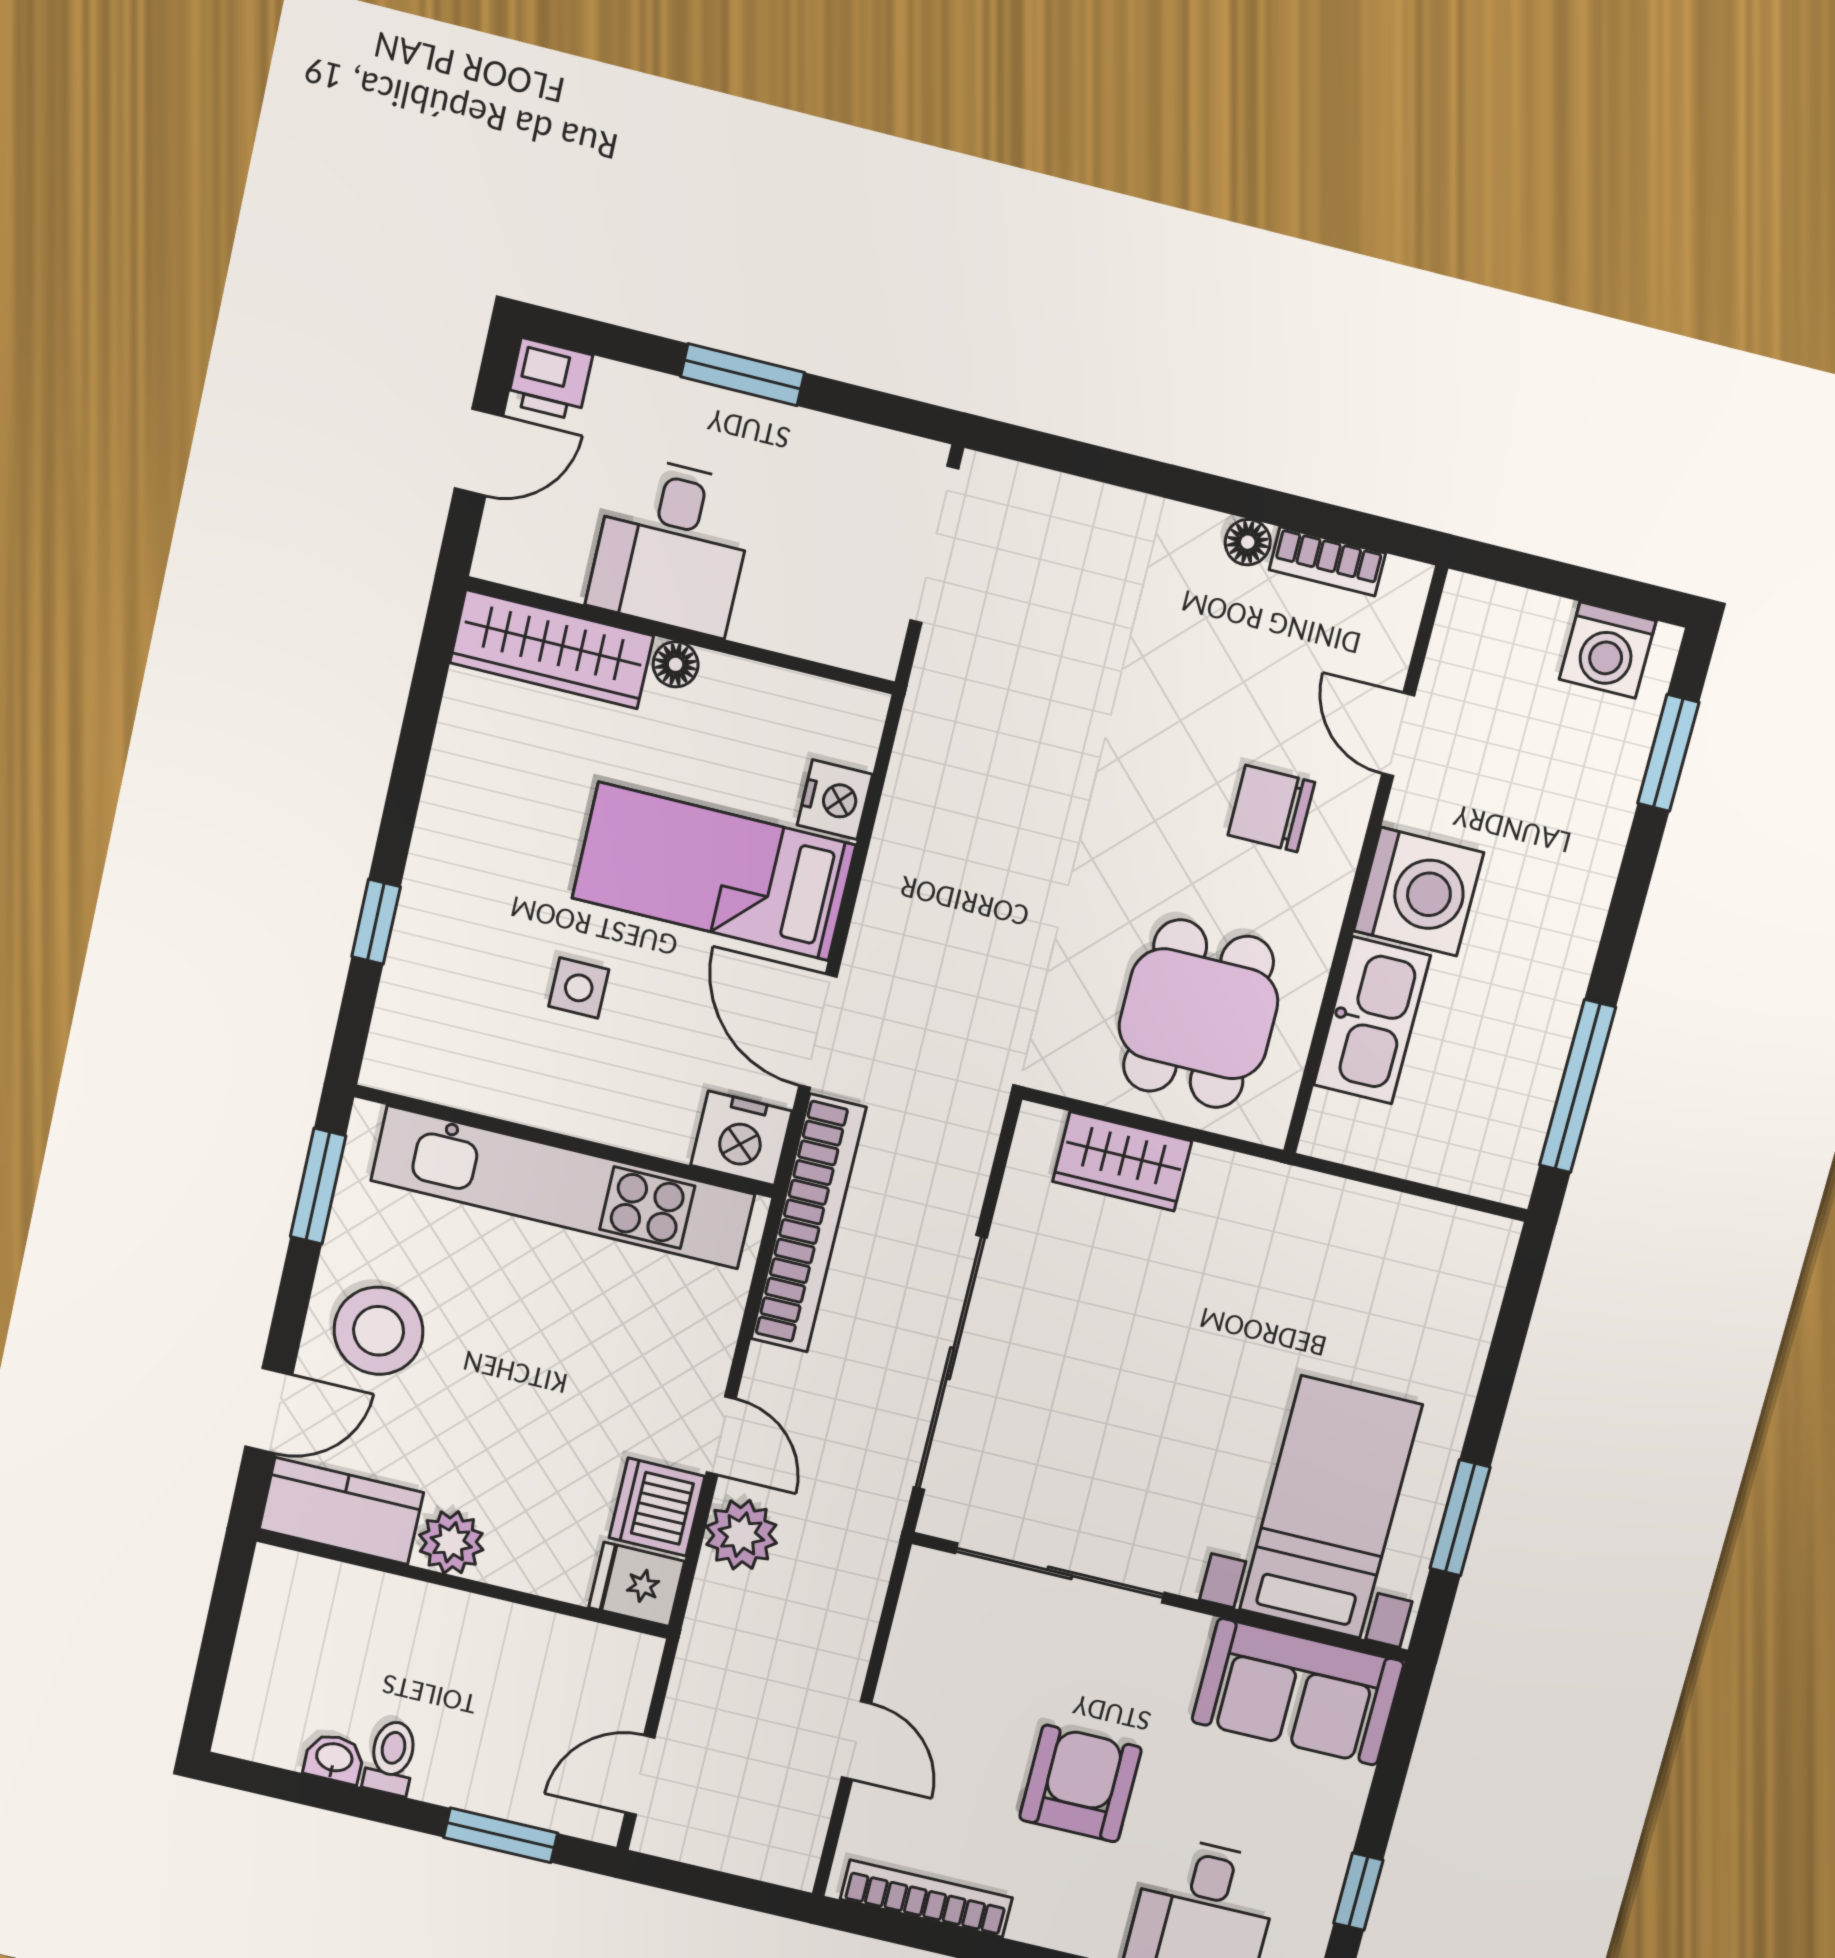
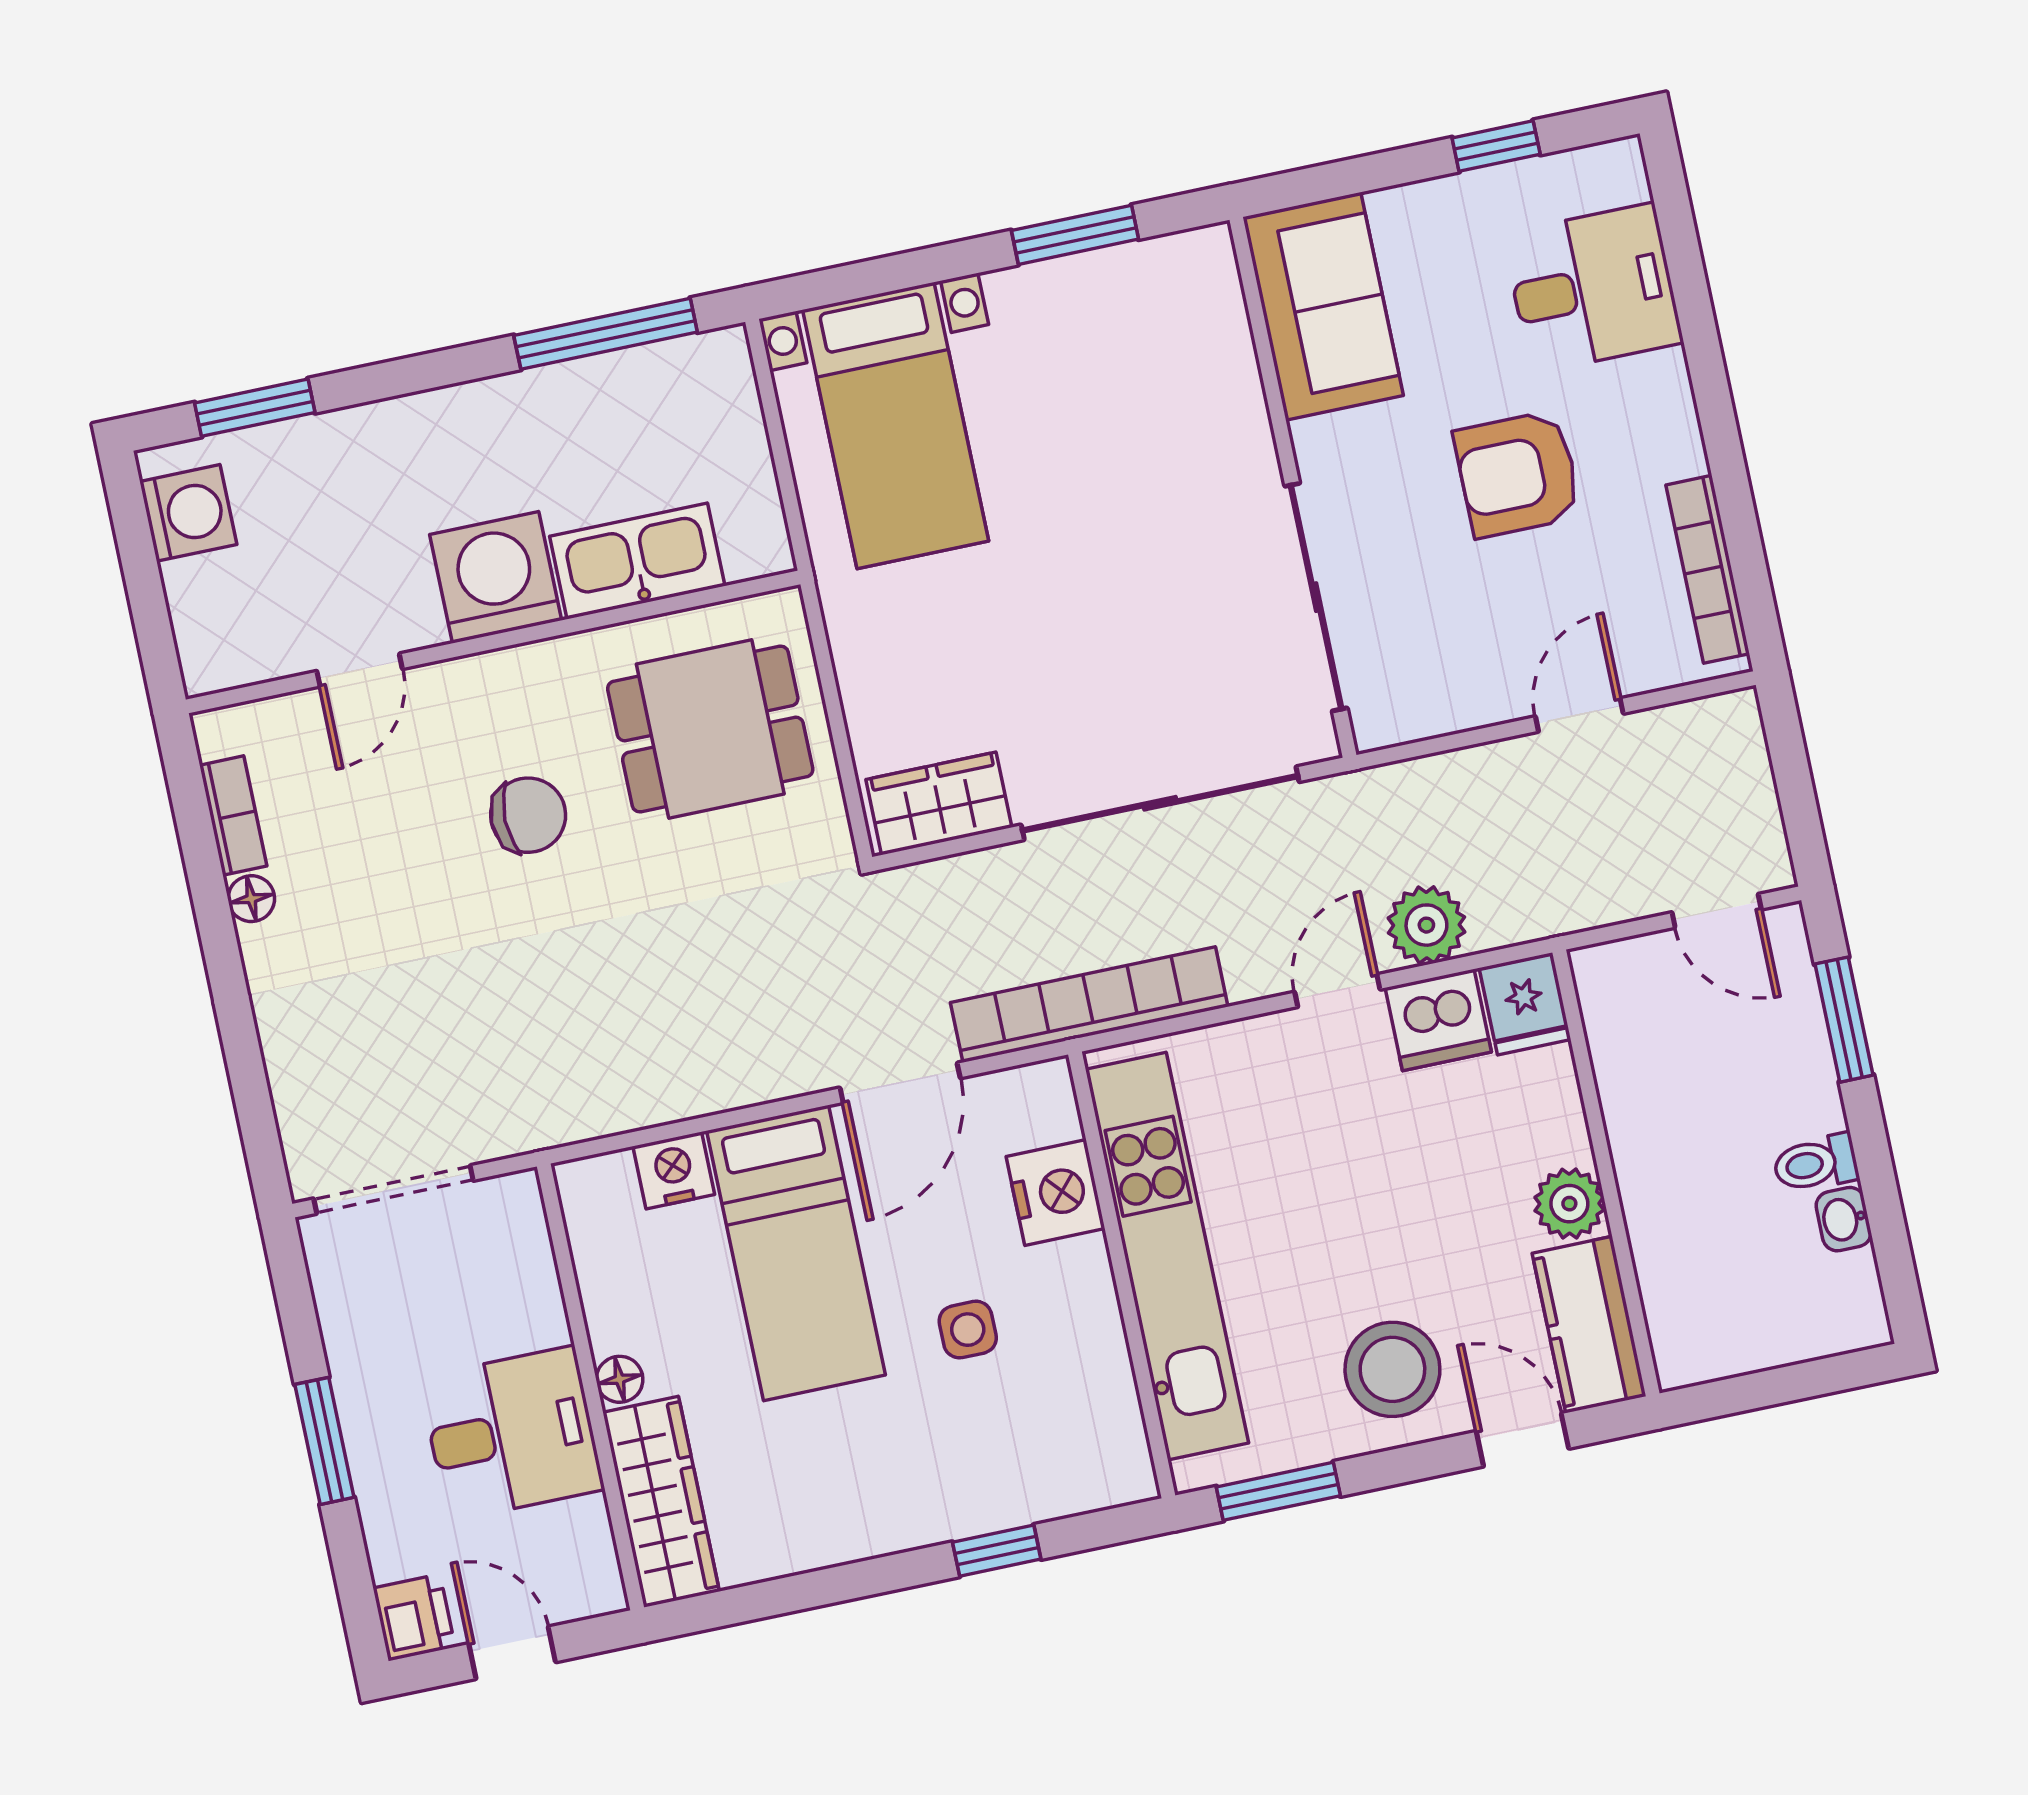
chair: (1271, 809) -> (528, 815), moved, turned -90
nightstand: (741, 1138) -> (1056, 1193), moved
wardrobe: (1122, 1161) -> (939, 803), moved, turned -90
bed with nightstands: (1331, 1507) -> (896, 425), moved, turned -90

